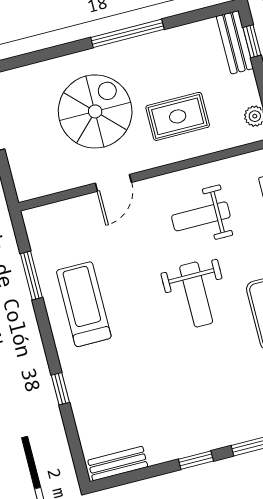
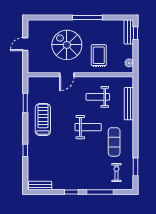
spiral stairs: (95, 111) -> (67, 45), turned -90
rug: (178, 116) -> (99, 55), turned 90
weight bench: (196, 295) -> (88, 127), turned -90

